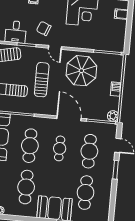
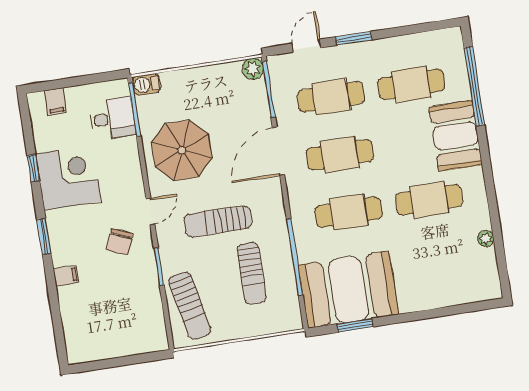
desk: (16, 32) -> (112, 118), moved
barbecue: (116, 89) -> (147, 84), moved
cafe table: (60, 148) -> (340, 155), width x1.37, depth x1.35

